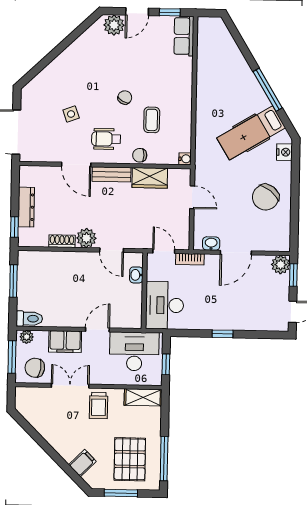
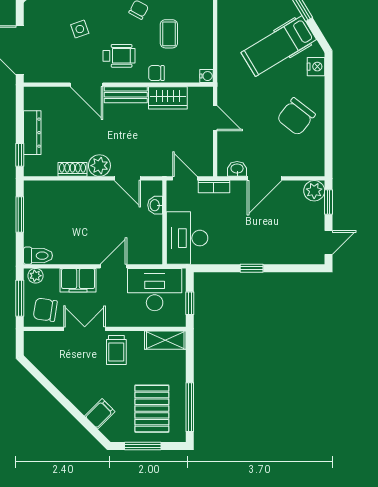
wheelchair: (106, 139) -> (119, 56), turned 180

